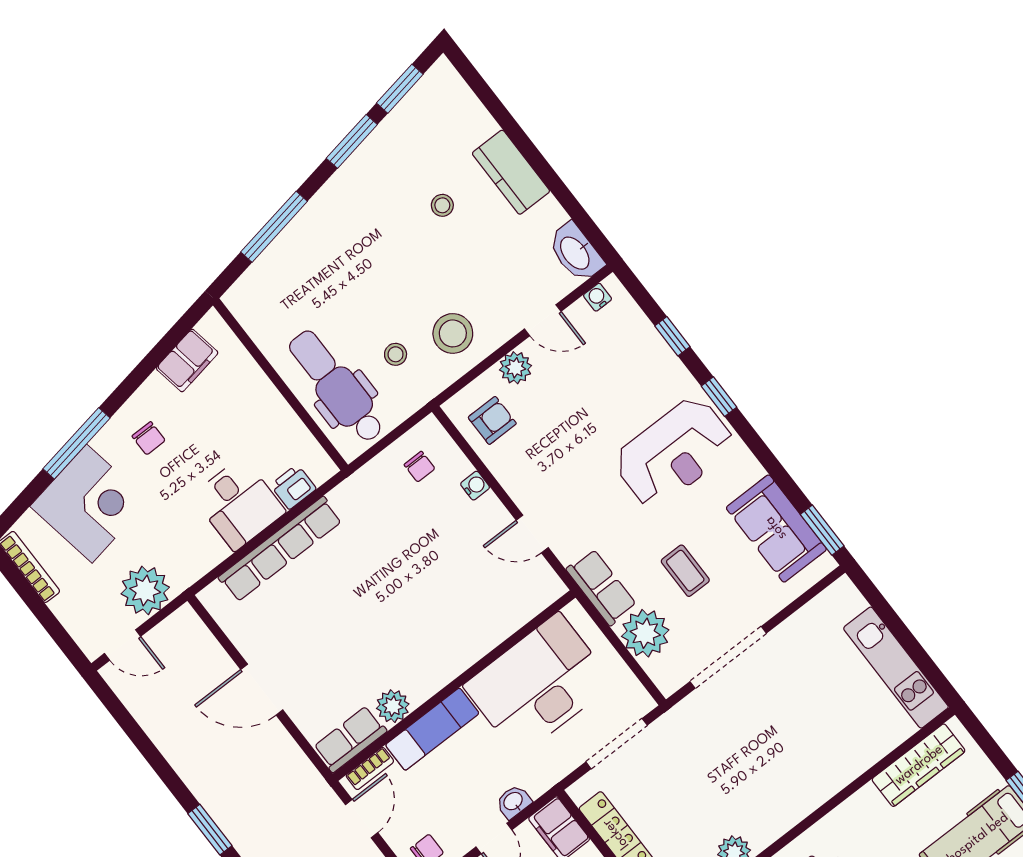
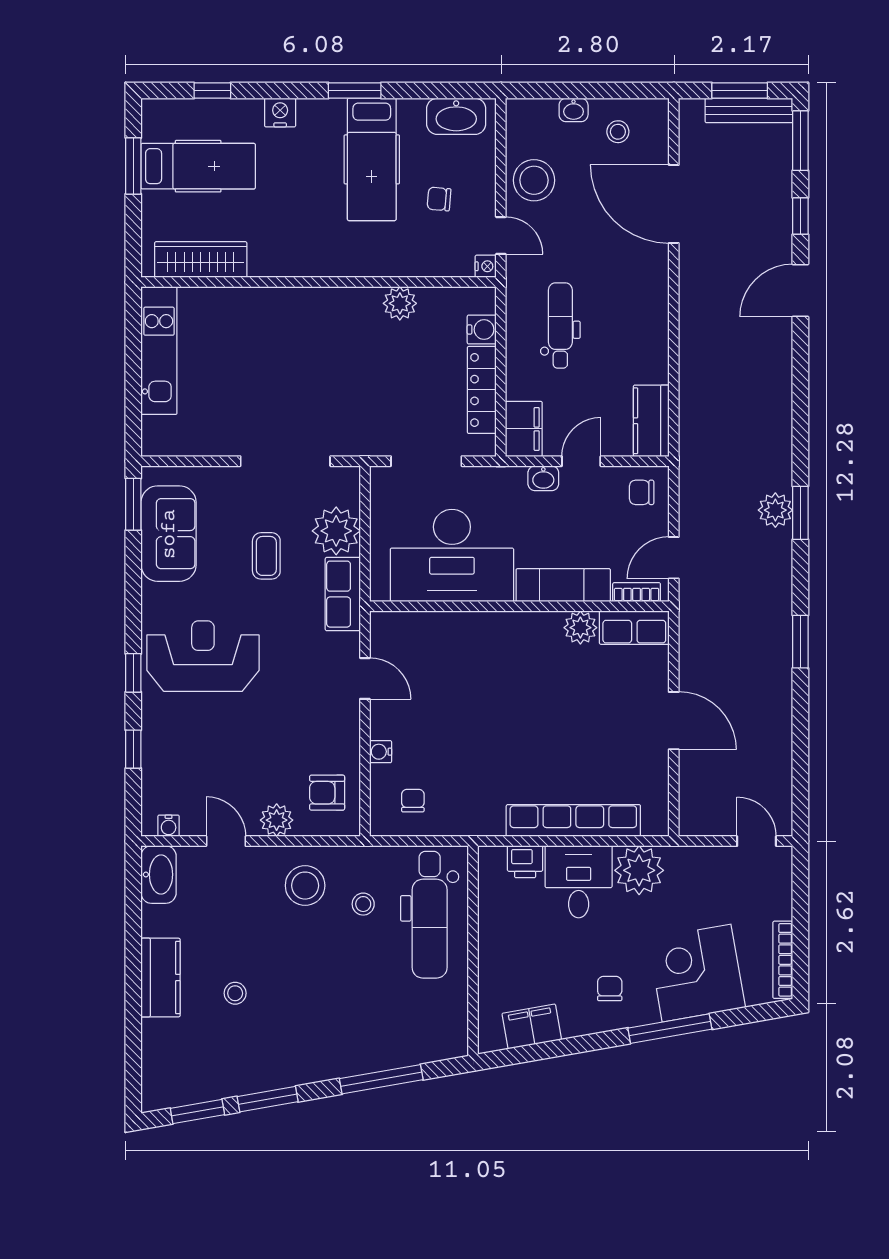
plant: (145, 590) -> (639, 870), moved

